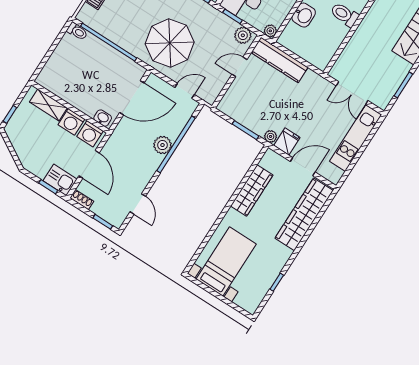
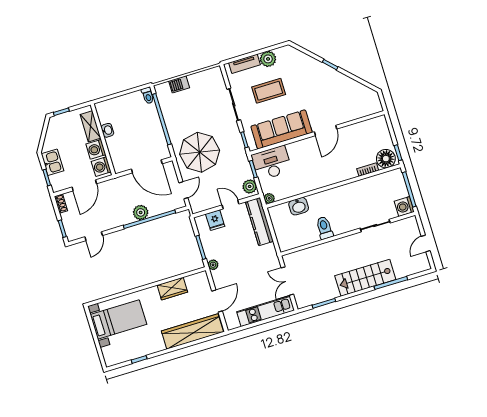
door: (185, 91) -> (183, 190), hinge flipped
washbasin: (103, 118) -> (107, 130), moved
fridge: (287, 142) -> (215, 220), moved, turned 90
door: (303, 167) -> (217, 301), hinge flipped
kitchen sink: (60, 180) -> (52, 162), moved
wardrobe: (252, 191) -> (172, 289), width x0.67

